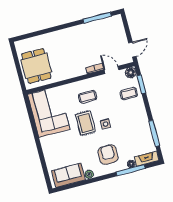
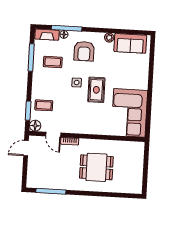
dining table: (36, 66) -> (96, 167), moved, turned 90
coffee table: (88, 97) -> (53, 62), moved

